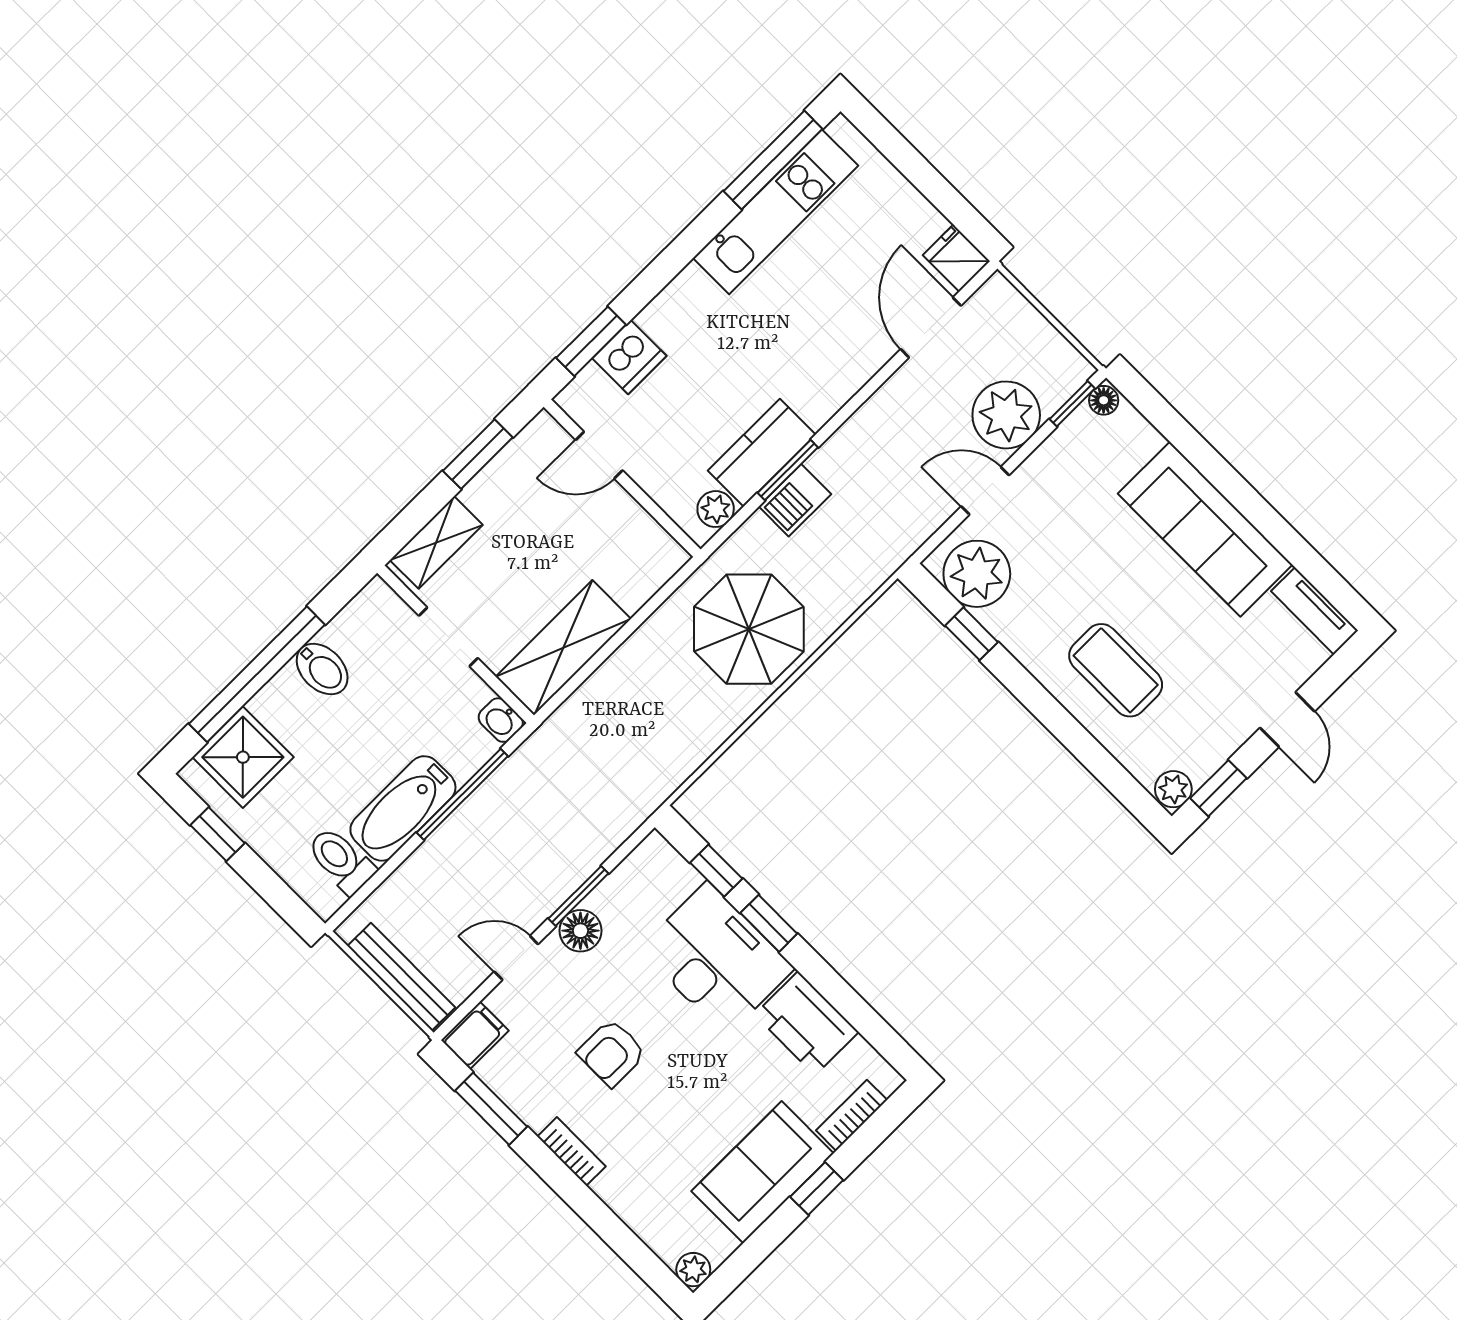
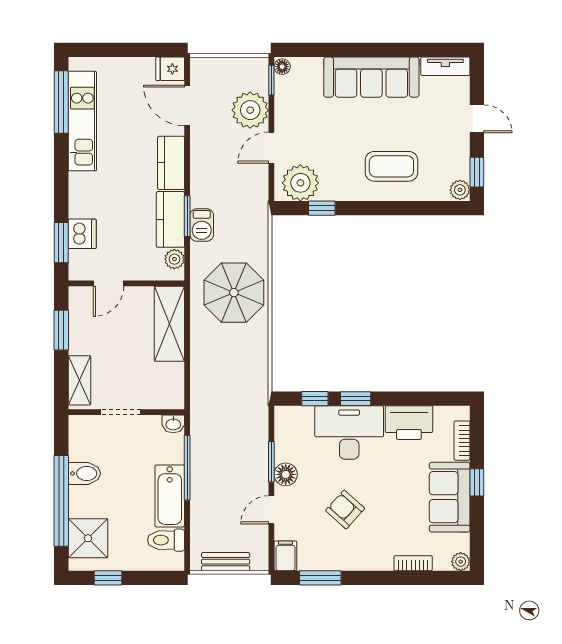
kitchen counter: (836, 381) -> (171, 163), added
shelving: (563, 648) -> (169, 324), moved
bench: (401, 977) -> (226, 562), width x0.73
armchair: (612, 1053) -> (345, 509), turned 132
bookcase: (571, 1151) -> (413, 563), moved

